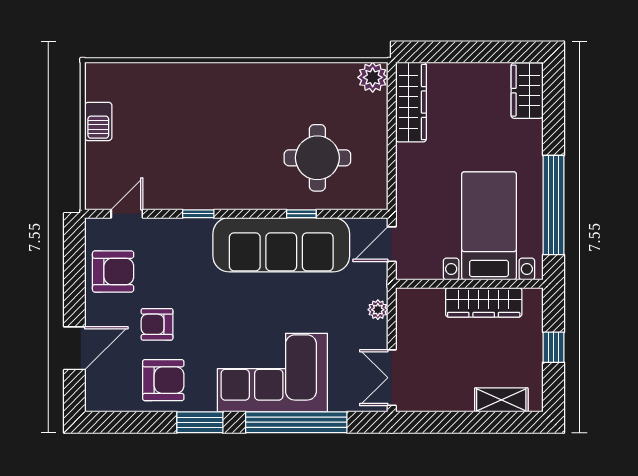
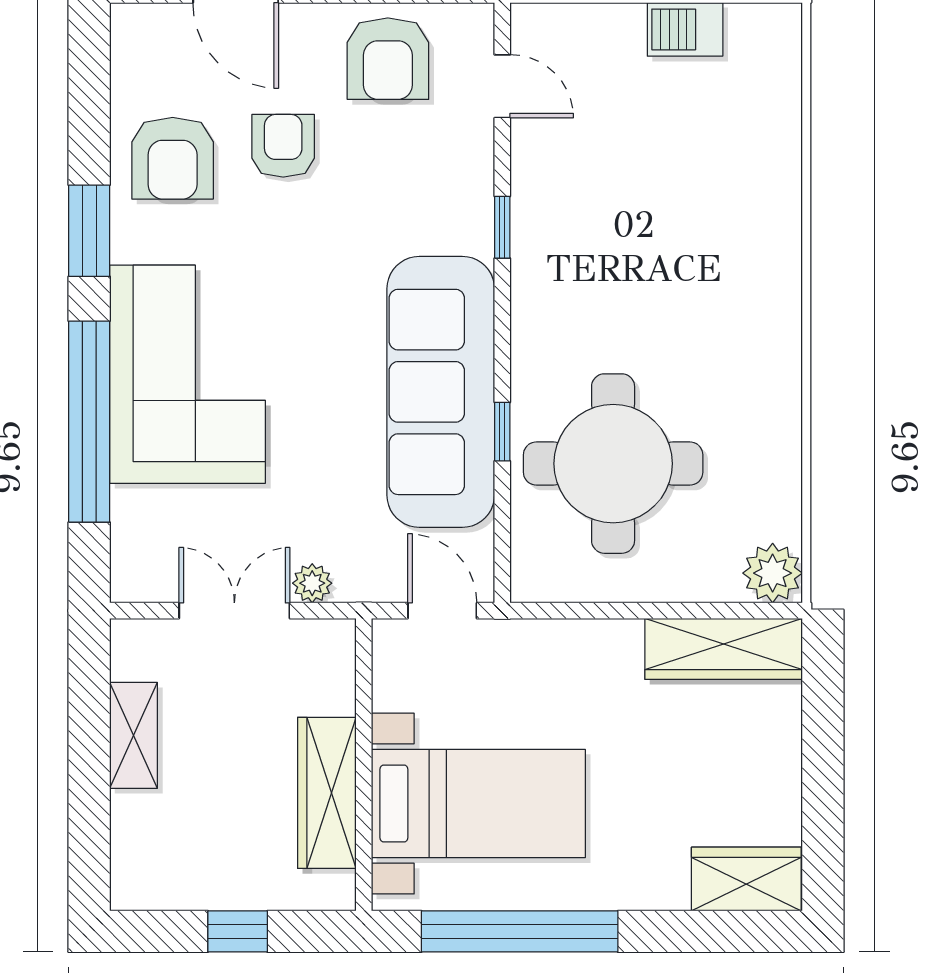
round table: (317, 158) -> (613, 464), width x1.36, depth x1.36
double door: (392, 378) -> (234, 611), moved
shelving: (501, 400) -> (134, 735), moved

